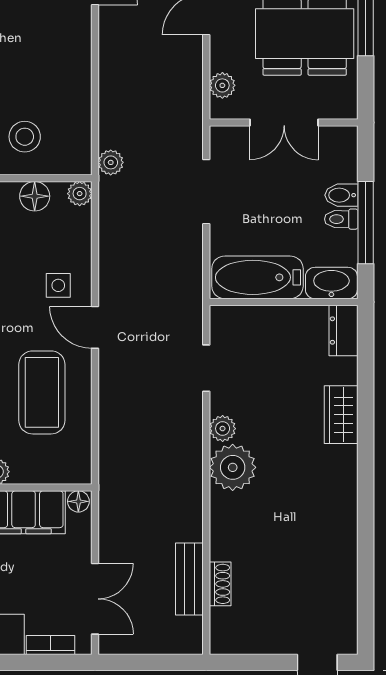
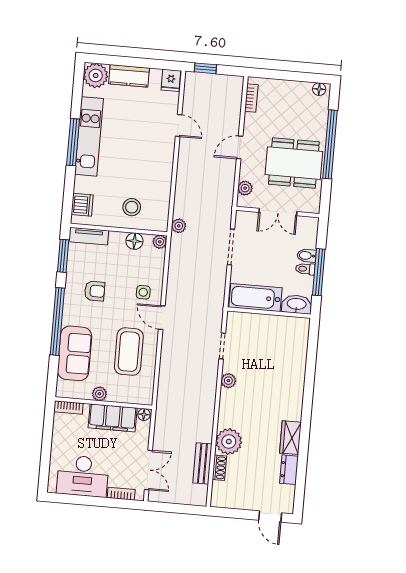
dresser: (344, 331) -> (289, 470), moved
wardrobe: (341, 415) -> (290, 438), moved
plant: (233, 467) -> (229, 441), moved

